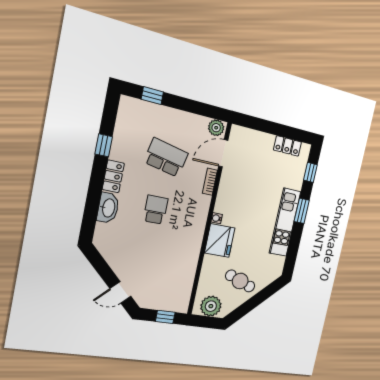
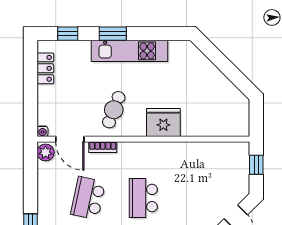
school desk: (156, 210) -> (143, 198), width x1.85
water cooler: (217, 218) -> (42, 131), moved
cafe table: (240, 281) -> (114, 110), moved
plant: (211, 306) -> (238, 117), removed

